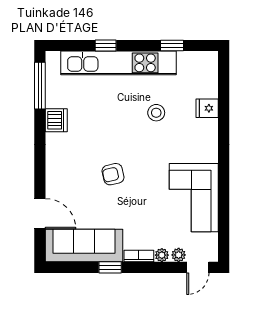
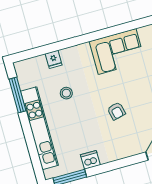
window: (106, 45) -> (30, 140), removed
window: (172, 45) -> (17, 95), width x2.17

